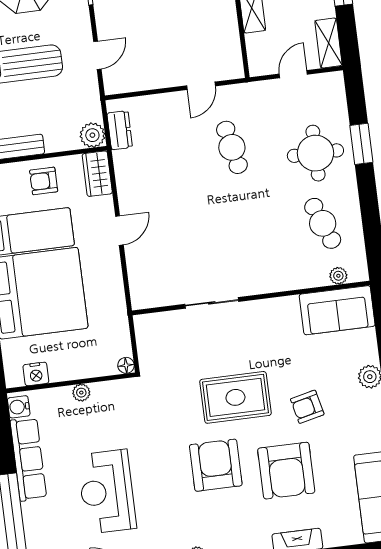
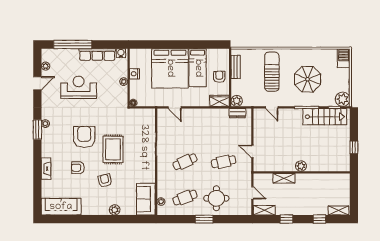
window: (361, 144) -> (204, 219), moved
door: (119, 230) -> (175, 107), moved
cafe table: (243, 233) -> (185, 162), added
nightstand: (36, 374) -> (134, 74), moved
armchair: (216, 465) -> (84, 137), turned -90
armchair: (286, 471) -> (78, 168), width x0.53, depth x0.53

